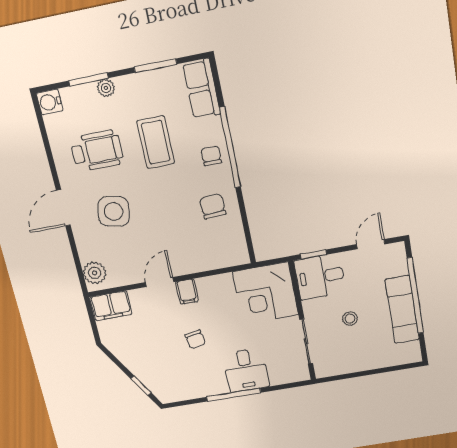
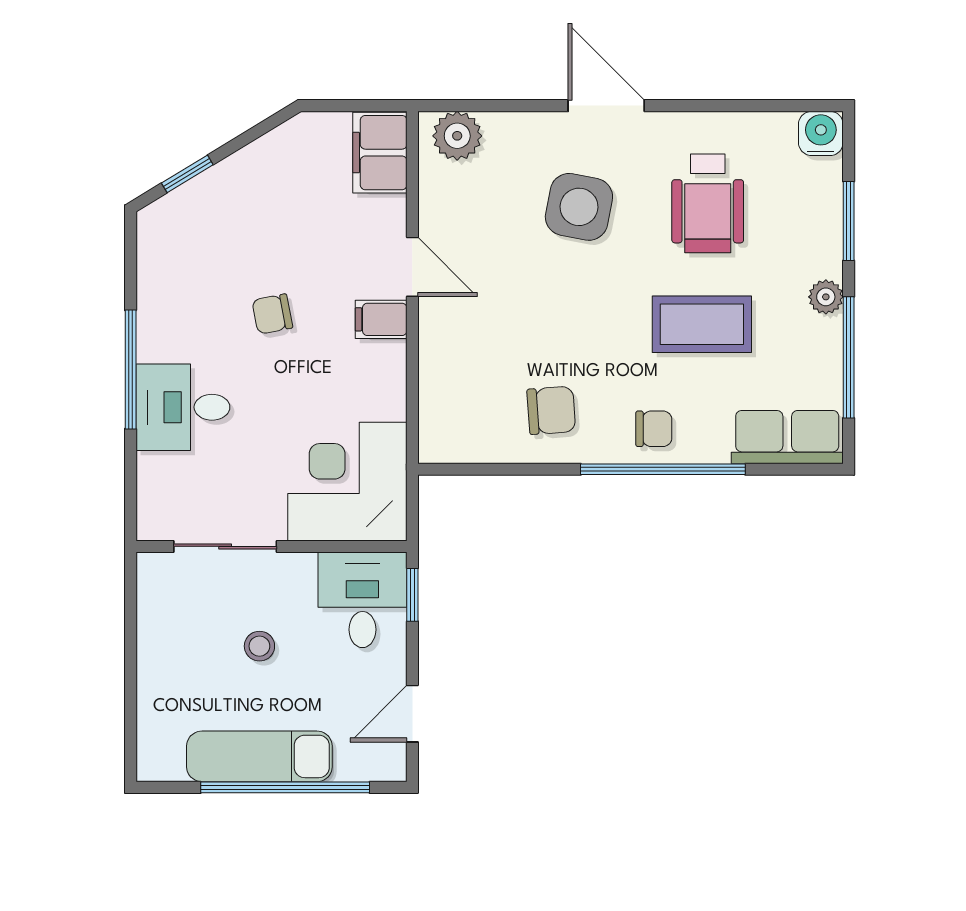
window: (155, 66) -> (849, 357), width x1.44
plant: (106, 88) -> (826, 297), moved
door: (371, 244) -> (412, 714), swing flipped

